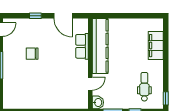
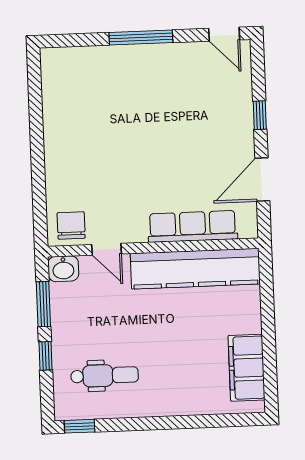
row of seats: (82, 46) -> (193, 226), width x1.48
filing cabinet: (156, 46) -> (247, 368), moved, turned -90
chair: (32, 54) -> (71, 225), moved

